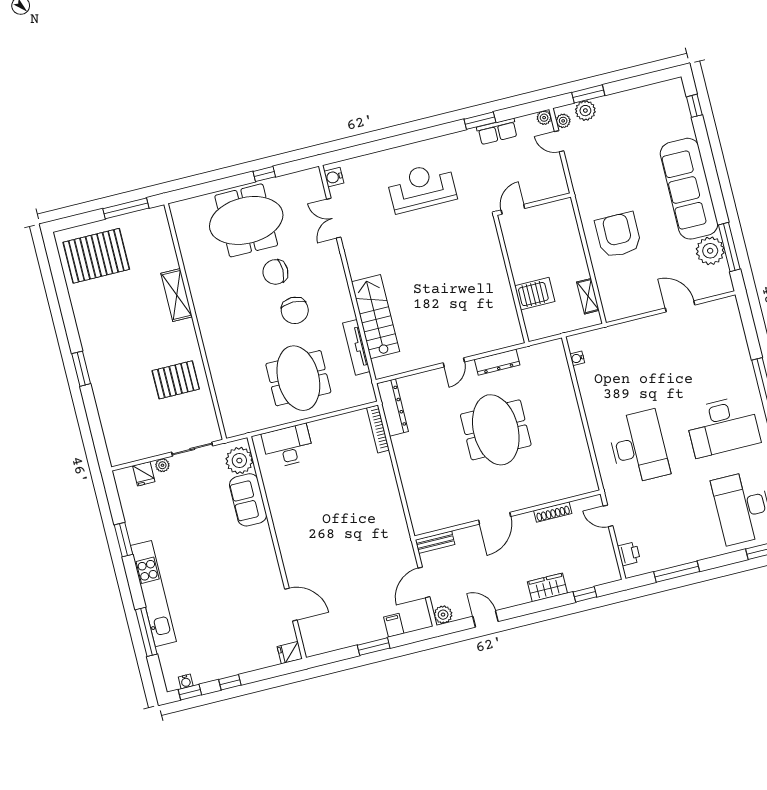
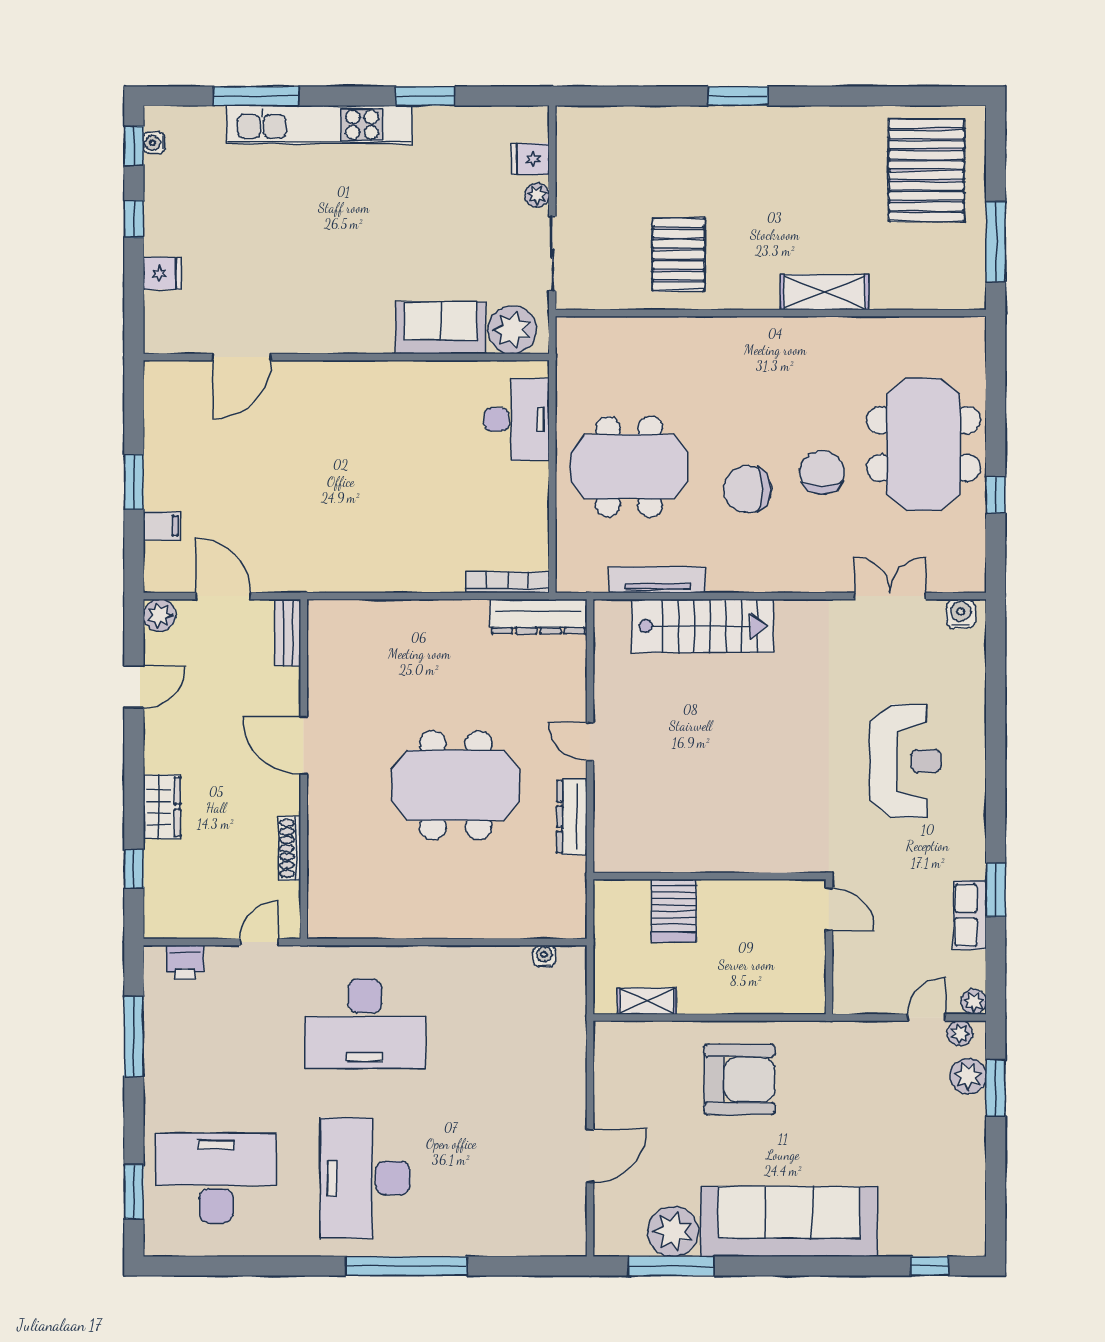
fridge: (290, 653) -> (162, 273), moved, turned 90

